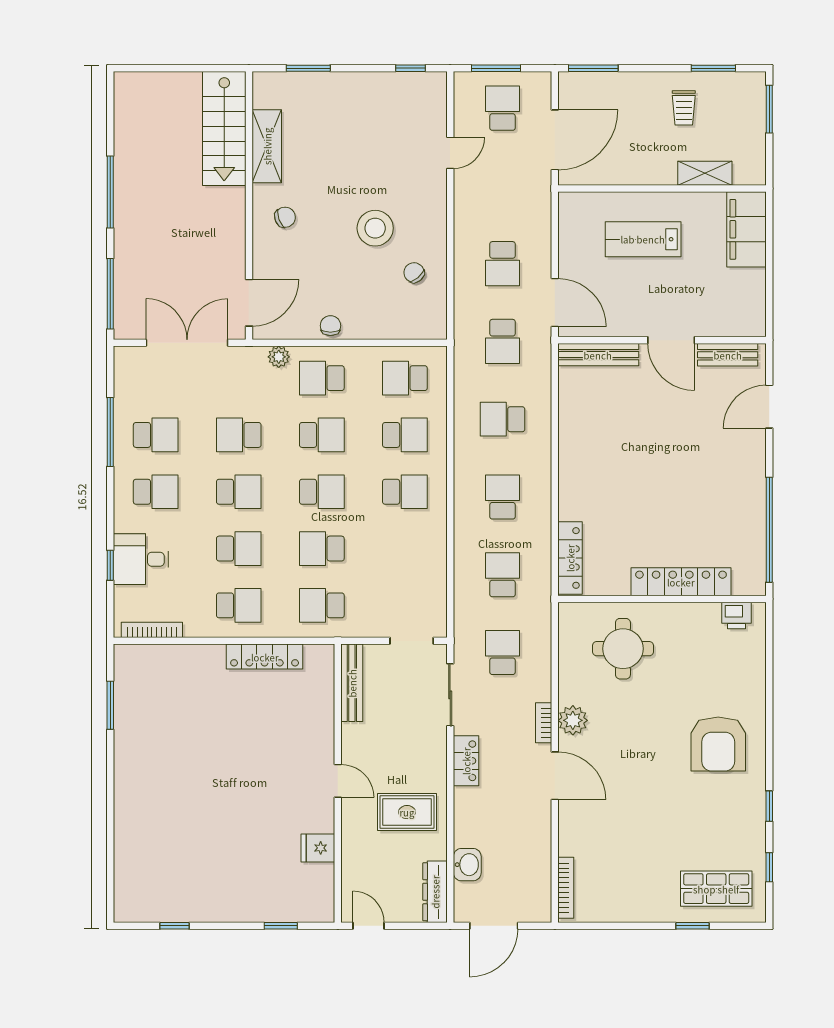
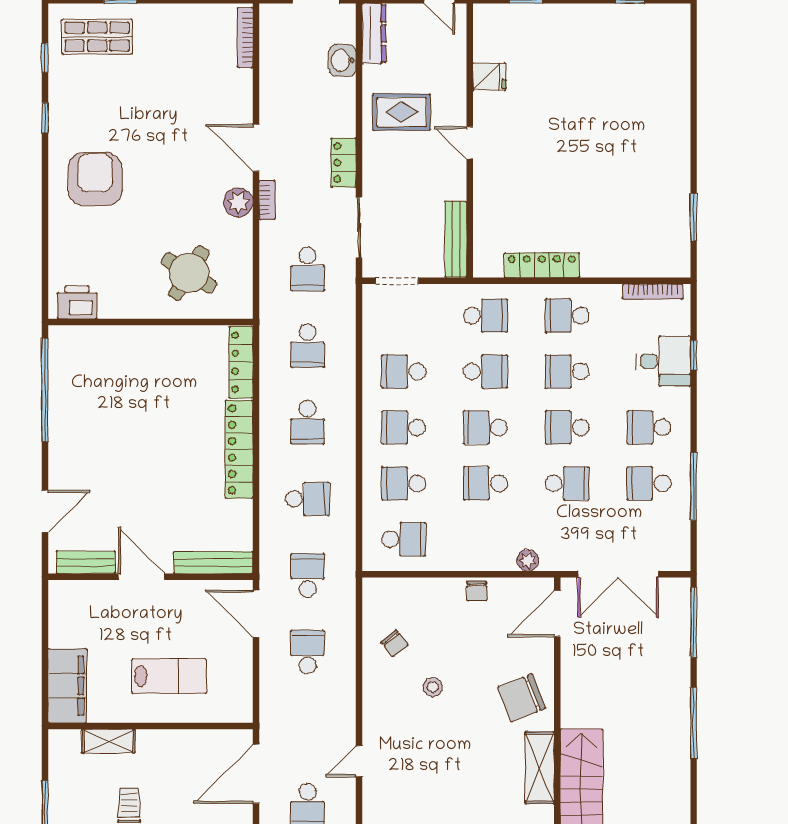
chair: (285, 217) -> (522, 698), width x1.87, depth x1.87
stool: (375, 228) -> (433, 687), width x0.53, depth x0.53
school desk: (322, 378) -> (404, 372), moved, turned 180
locker: (681, 582) -> (239, 449), moved, turned 90
printer: (737, 615) -> (77, 303), width x1.36, depth x1.24
round table: (623, 649) -> (189, 273), turned 32

